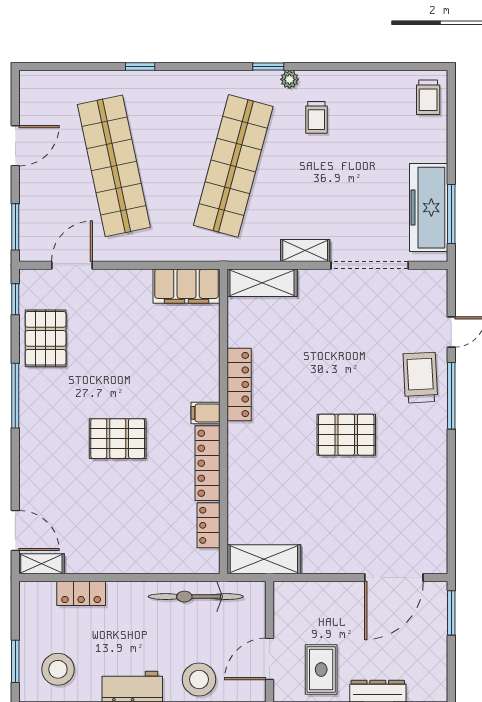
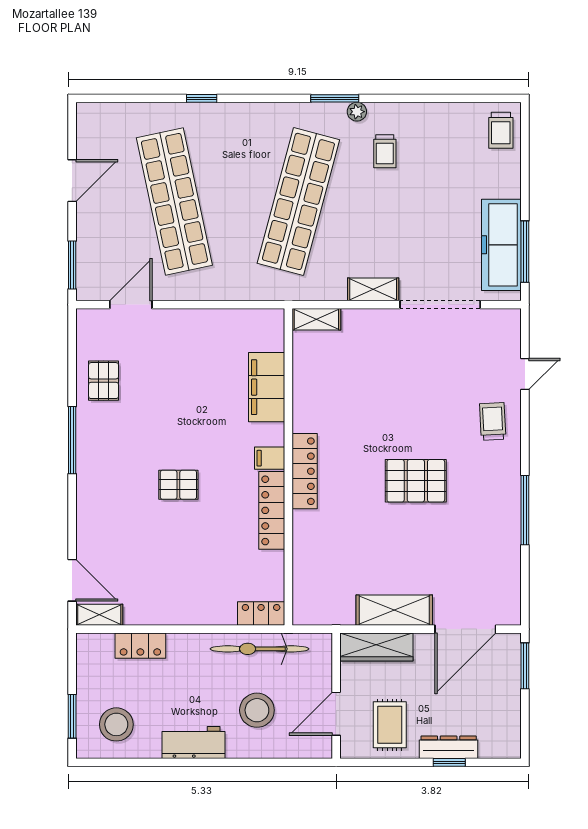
window: (268, 67) -> (335, 98), width x1.50
shelving: (262, 283) -> (316, 319), width x0.67, depth x0.75
filing cabinet: (187, 286) -> (267, 387), moved, turned 90
window: (15, 299) -> (72, 340), removed
pallet: (46, 338) -> (104, 381), width x0.67, depth x0.71
trolley: (420, 378) -> (493, 421), width x0.73, depth x0.72
locker: (239, 385) -> (305, 471), moved
window: (451, 396) -> (525, 510), moved
pallet: (118, 439) -> (178, 485), width x0.67, depth x0.71
locker: (208, 525) -> (261, 613), moved, turned 90
shelving: (264, 559) -> (394, 610), moved
wardrobe: (308, 595) -> (376, 647), added
stool: (199, 679) -> (257, 710), moved

